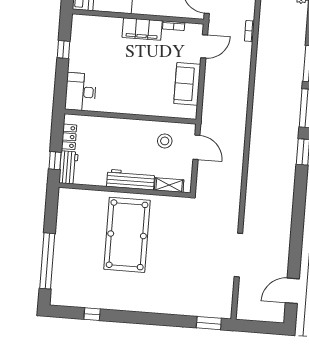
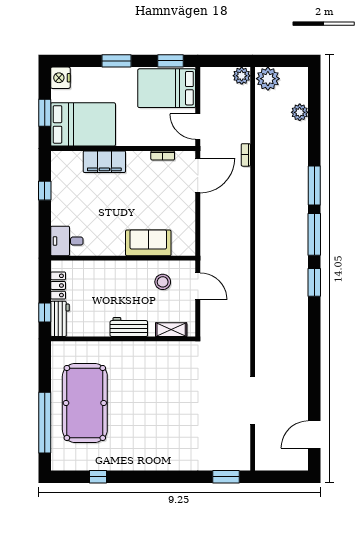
filing cabinet: (142, 29) -> (104, 162), moved
door: (204, 46) -> (198, 175), width x1.36
sofa: (187, 84) -> (148, 243), moved, turned 90
desk: (81, 92) -> (67, 241), width x0.73
workbench: (131, 180) -> (129, 327), width x0.73
pool table: (127, 235) -> (85, 403), moved

